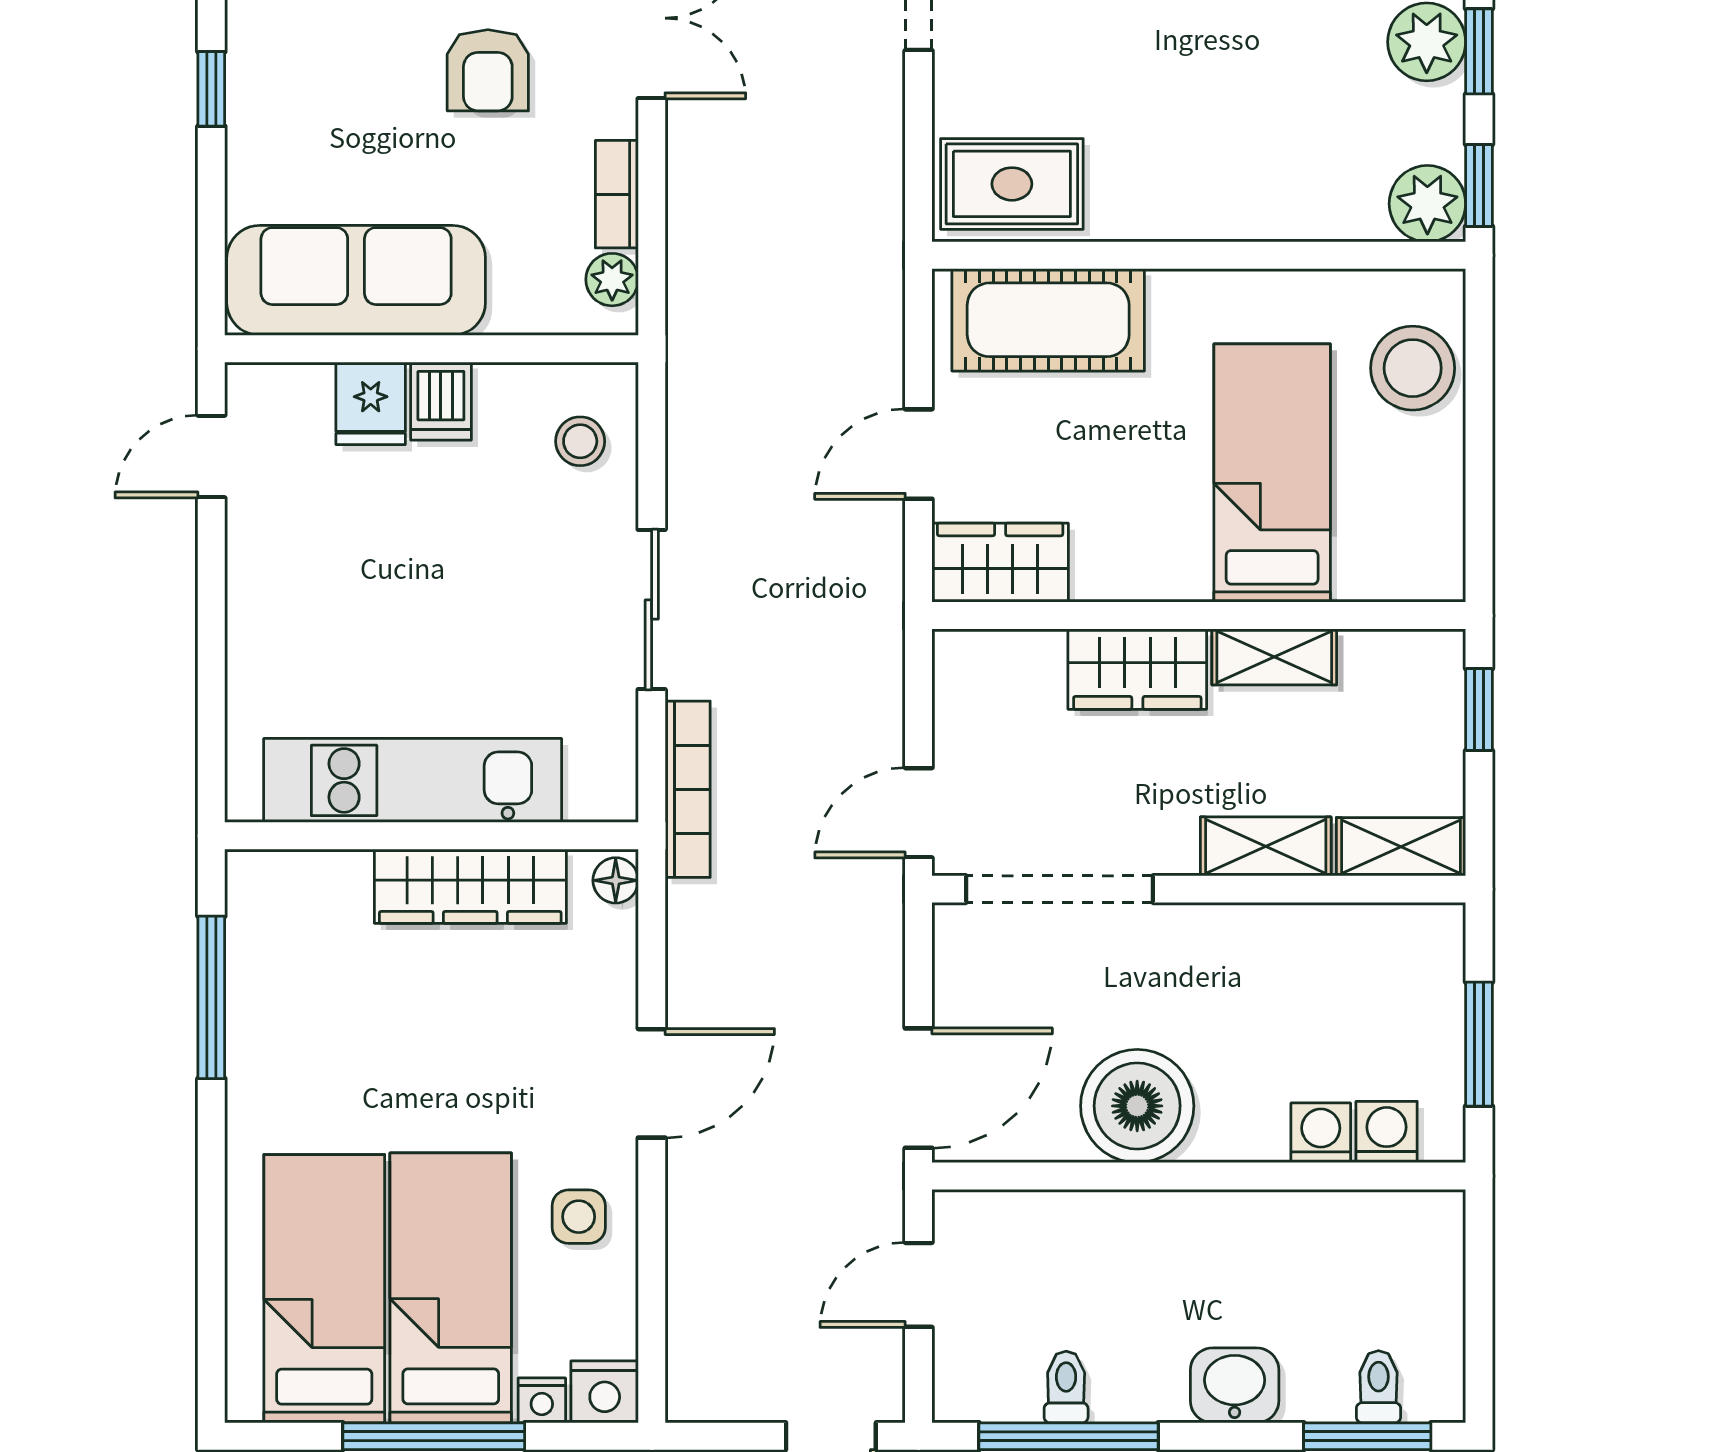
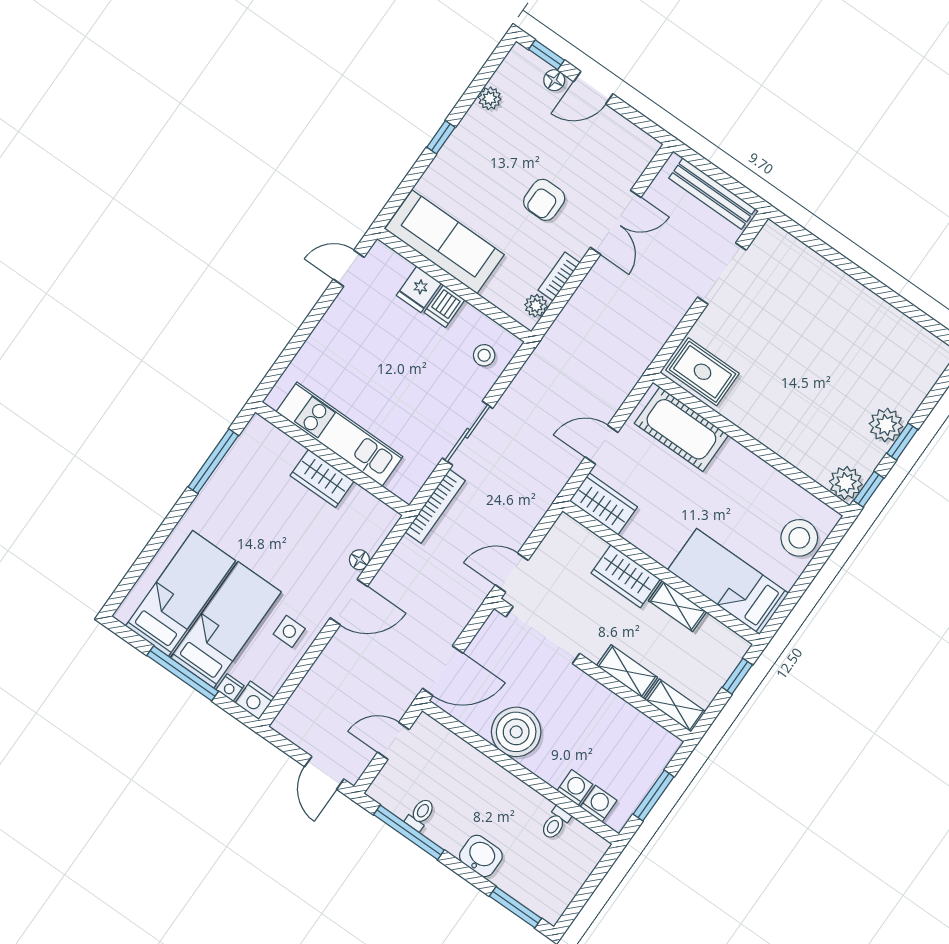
bed: (1272, 473) -> (728, 581), moved, turned -90
floor lamp: (616, 880) -> (359, 560), moved
wardrobe: (470, 886) -> (322, 478), width x0.67
toilet: (1378, 1387) -> (555, 823), moved, turned 180

